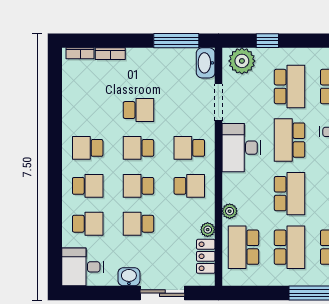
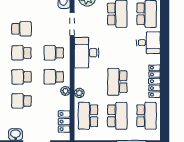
school desk: (290, 140) -> (117, 48), removed
school desk: (189, 186) -> (54, 77), turned 180
school desk: (290, 194) -> (117, 82), turned 180
plant: (208, 230) -> (65, 91), moved

